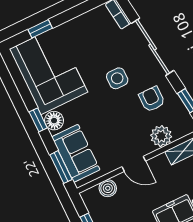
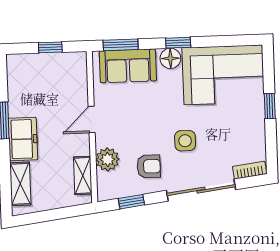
window: (40, 29) -> (270, 106), moved
boiler: (108, 188) -> (78, 83), removed

